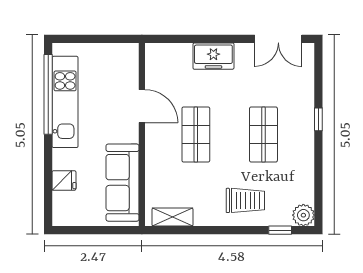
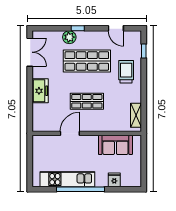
window: (48, 94) -> (80, 189), moved
shop shelf: (263, 135) -> (87, 61), width x1.43, depth x1.36
sofa: (122, 183) -> (115, 145), width x0.73
door: (318, 183) -> (116, 28), added
plant: (303, 215) -> (69, 37), moved

